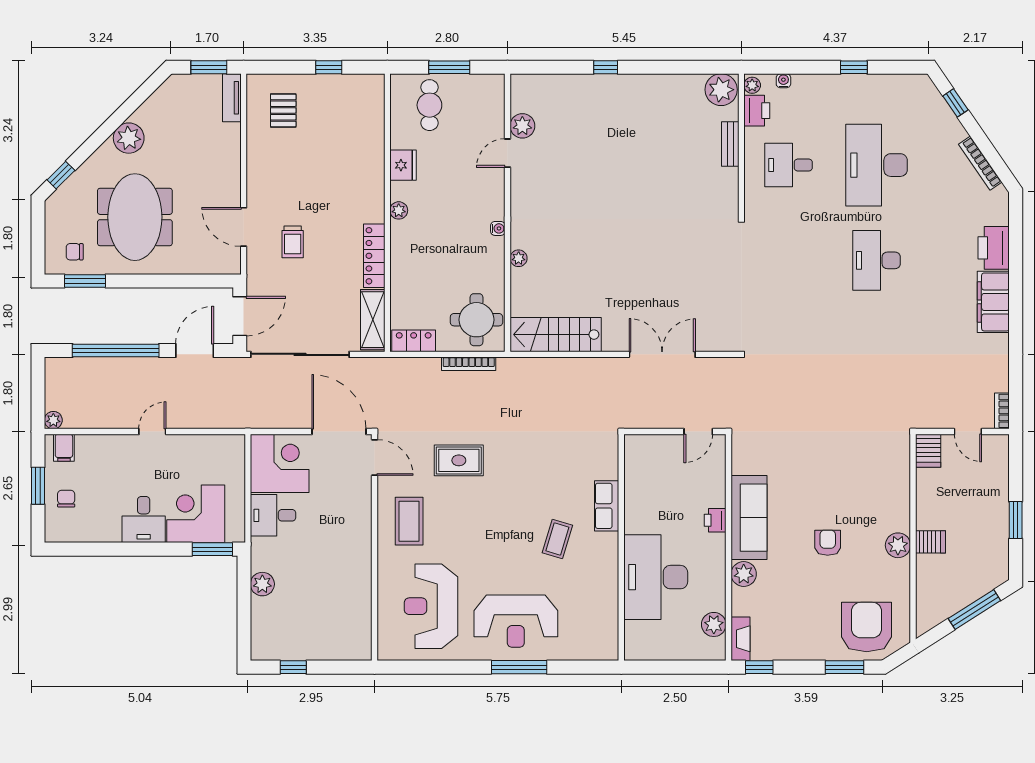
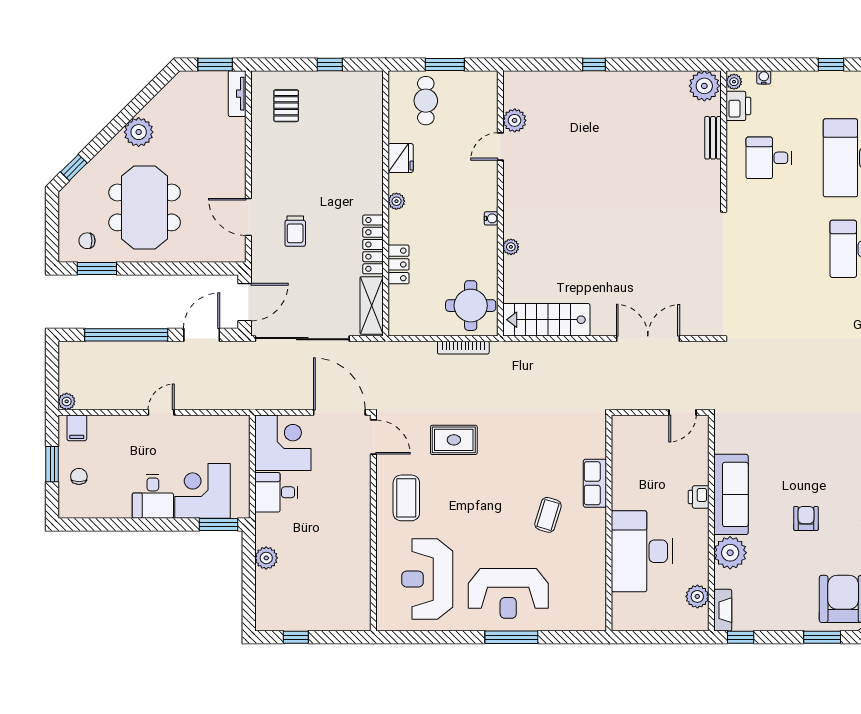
locker: (414, 341) -> (398, 264), moved, turned 90
plant: (744, 574) -> (730, 553), width x1.36, depth x1.36

